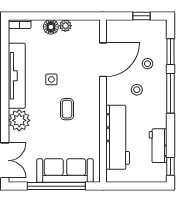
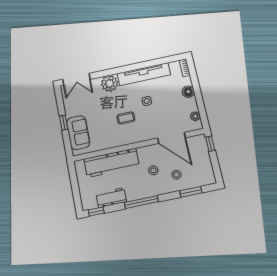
window: (141, 16) -> (210, 144), moved
plant: (65, 26) -> (195, 116), moved
window: (171, 93) -> (141, 202), moved
sofa: (65, 171) -> (78, 133), width x0.73
window: (56, 186) -> (64, 123), width x0.32

